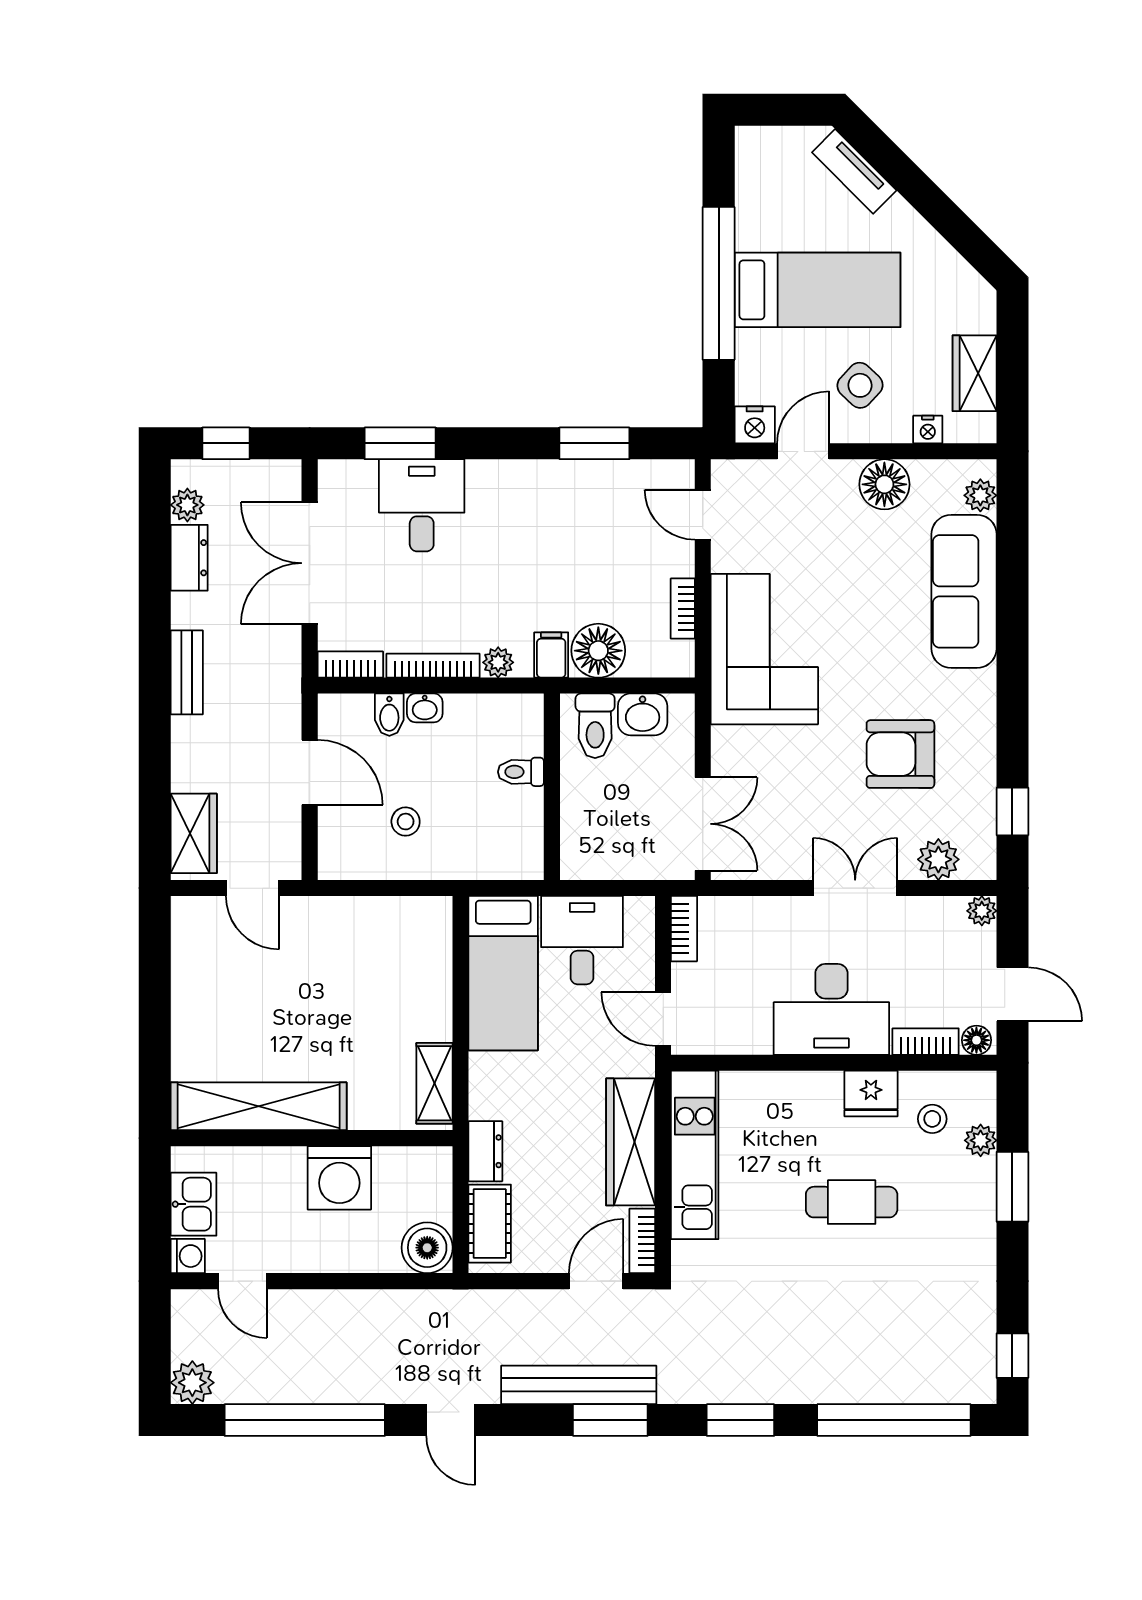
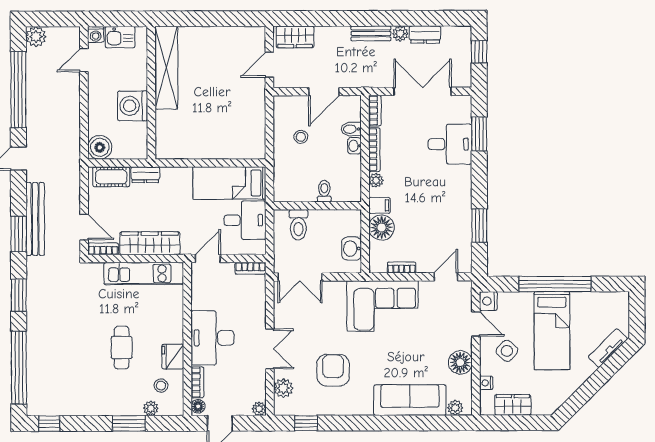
plant: (187, 505) -> (400, 34), moved
toilet: (595, 726) -> (298, 225), moved, turned -90
shelving: (434, 1083) -> (177, 151), removed

